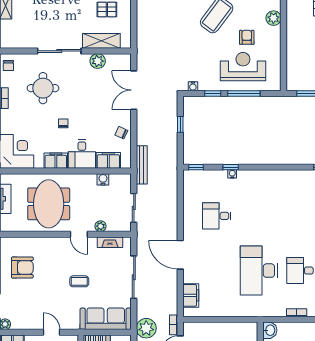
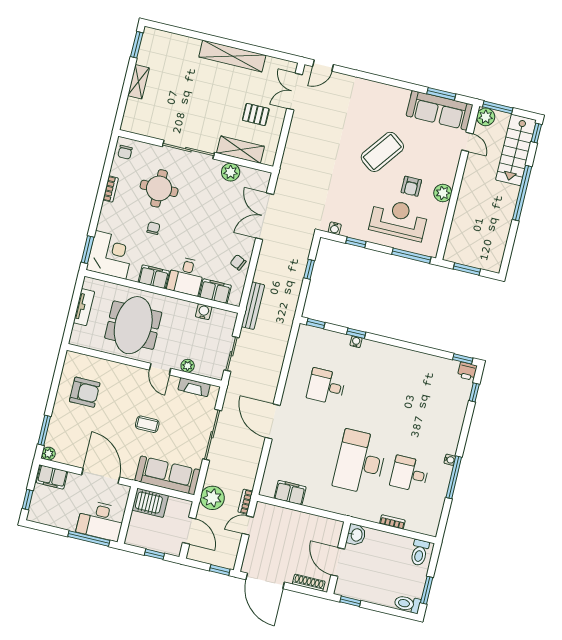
plant: (273, 18) -> (443, 193), moved
armchair: (247, 37) -> (411, 186), turned 180
window: (244, 94) -> (411, 256), moved
chair: (63, 123) -> (153, 228), moved
filing cabinet: (191, 295) -> (290, 493), moved, turned -90
door: (52, 332) -> (101, 476), width x1.87

